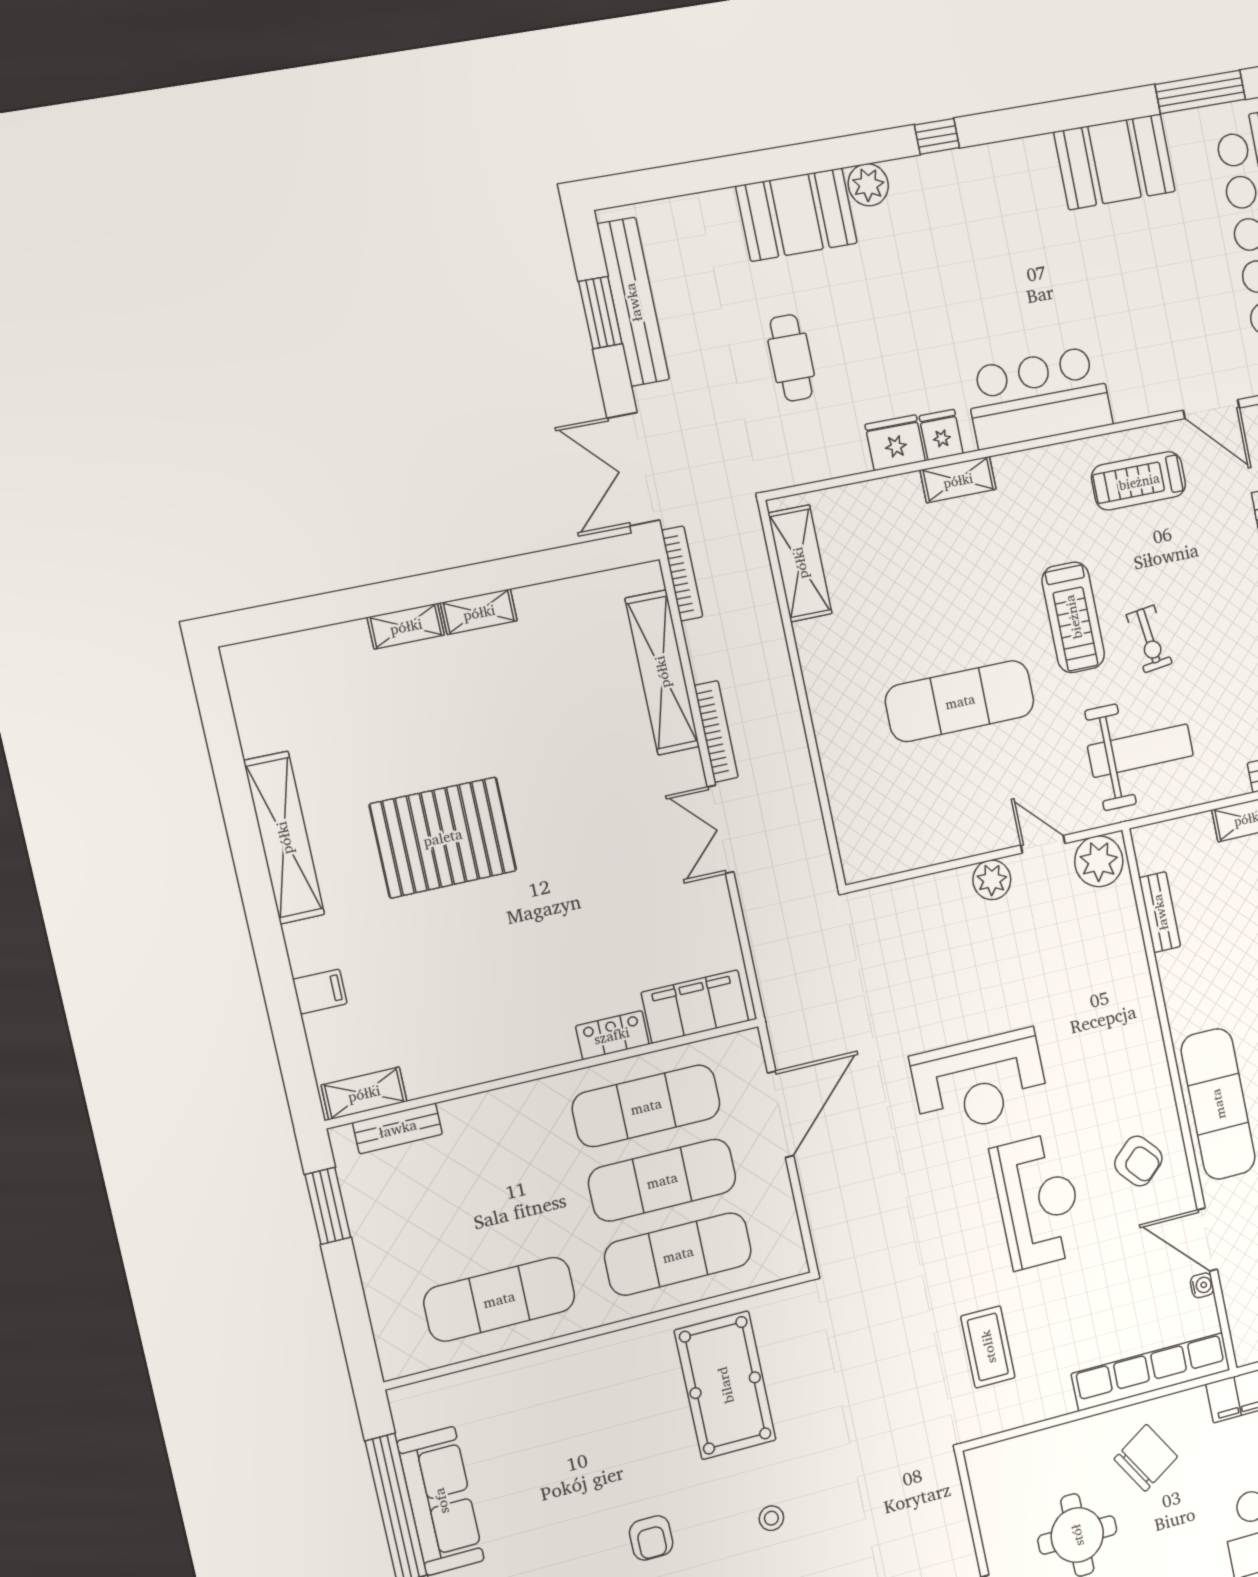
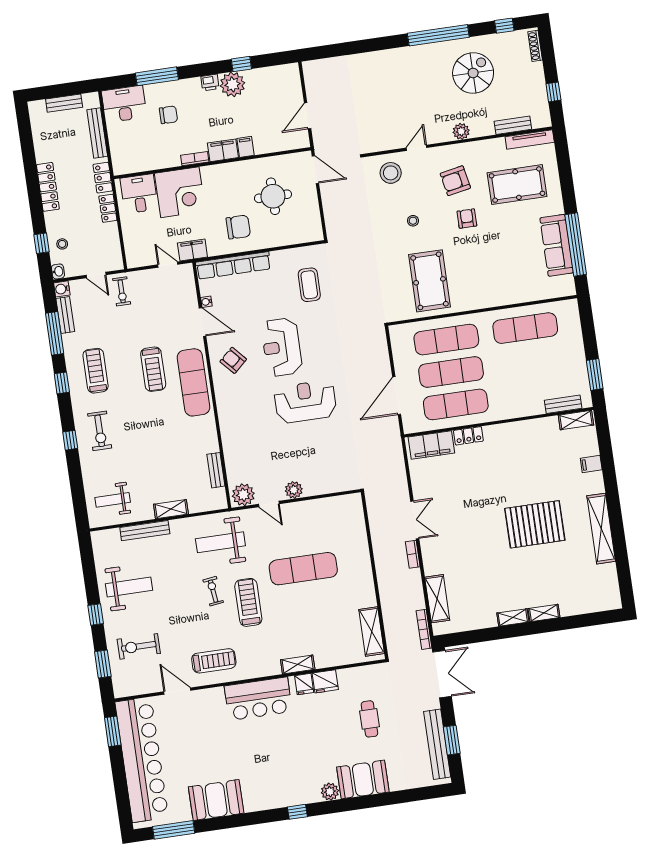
shelving: (662, 672) -> (437, 599), width x0.68
bookcase: (716, 731) -> (413, 554), width x0.64
chair: (1146, 1458) -> (238, 227), turned -148

